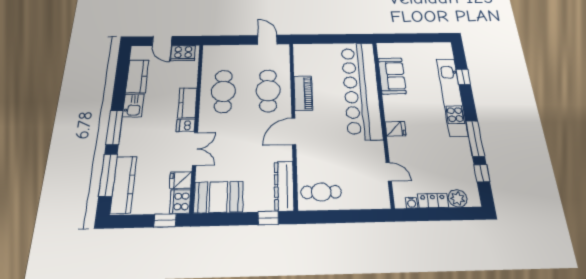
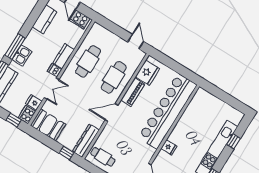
fridge: (306, 63) -> (148, 73), added
sofa: (392, 76) -> (192, 114), removed
kitchen sink: (133, 105) -> (22, 55), moved

